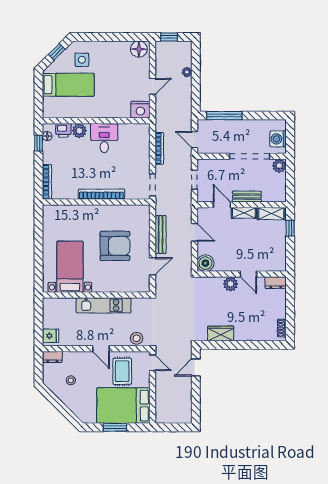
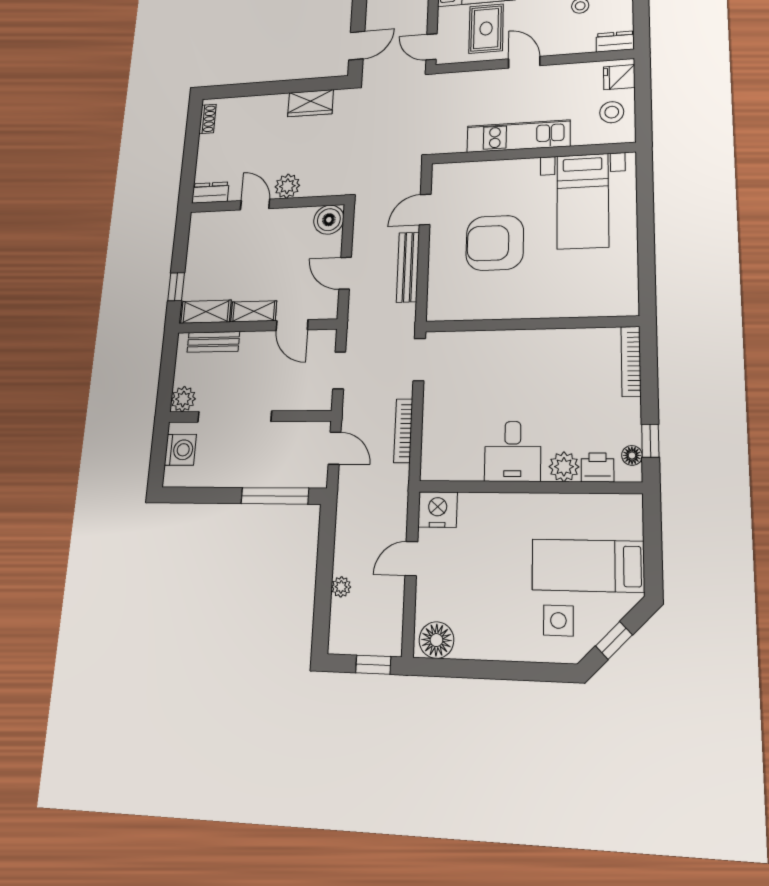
bookcase: (101, 194) -> (520, 339), removed
bench: (247, 197) -> (213, 342), moved
stool: (137, 338) -> (612, 112), moved

